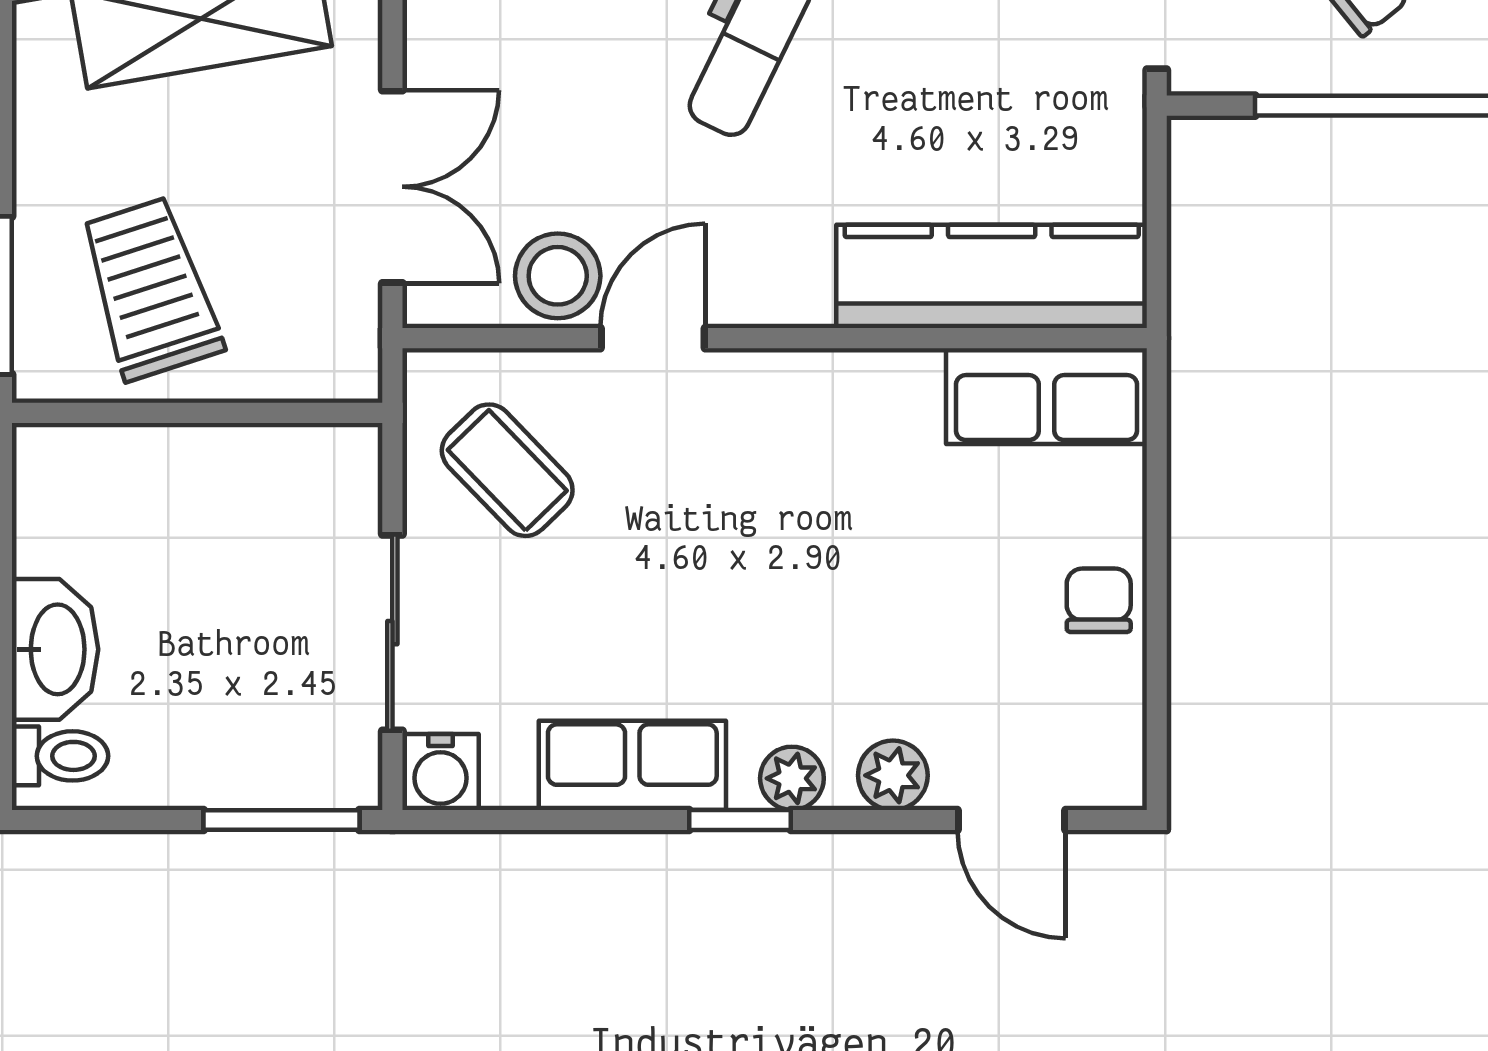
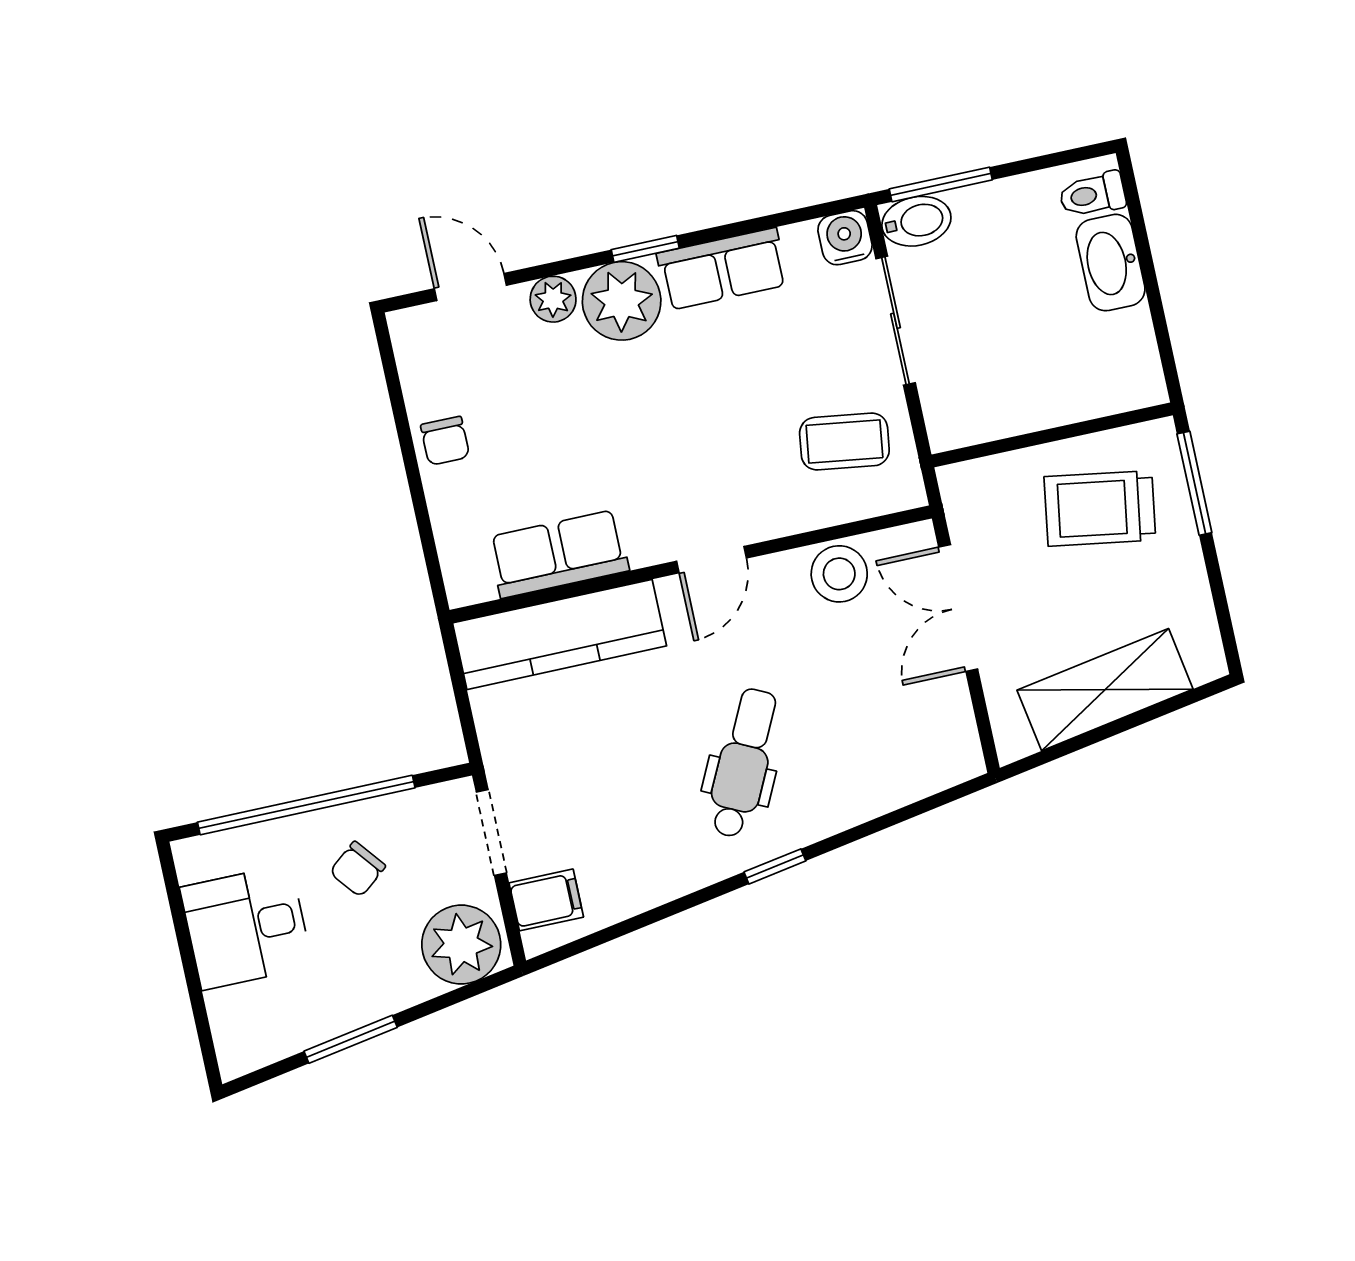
trolley: (150, 289) -> (1100, 508), turned 117
door: (653, 338) -> (712, 560), moved
row of seats: (1046, 396) -> (559, 554), moved
coffee table: (507, 470) -> (844, 442), turned -38
bidet: (329, 773) -> (916, 221), added
plant: (792, 778) -> (622, 301), width x1.88, depth x1.88

